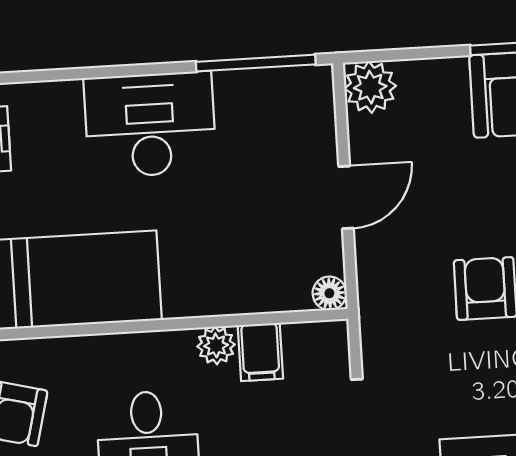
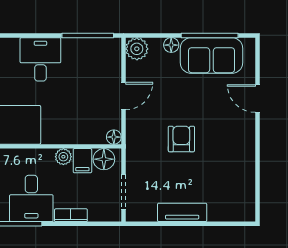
floor lamp: (449, 74) -> (171, 45), added
desk: (150, 125) -> (40, 59), width x0.73
floor lamp: (310, 346) -> (104, 159), added

